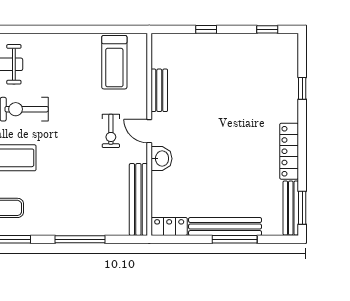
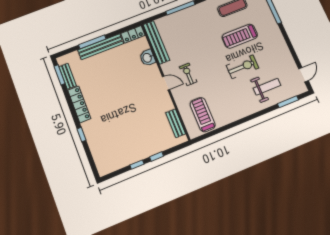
window: (267, 29) -> (137, 165), moved
window: (302, 88) -> (81, 135), moved
bench: (159, 90) -> (176, 123), moved
washbasin: (161, 159) -> (147, 58), moved
bench: (291, 208) -> (68, 76), width x0.73

